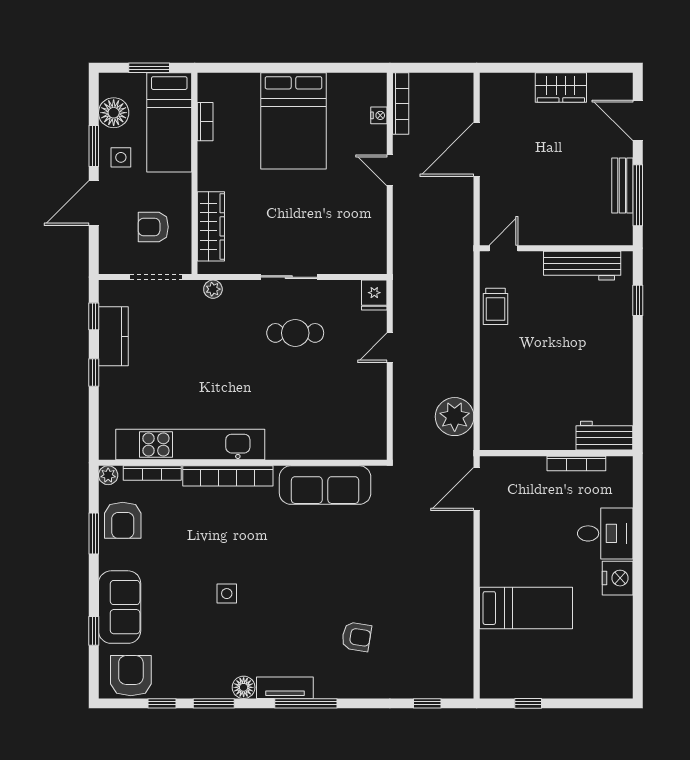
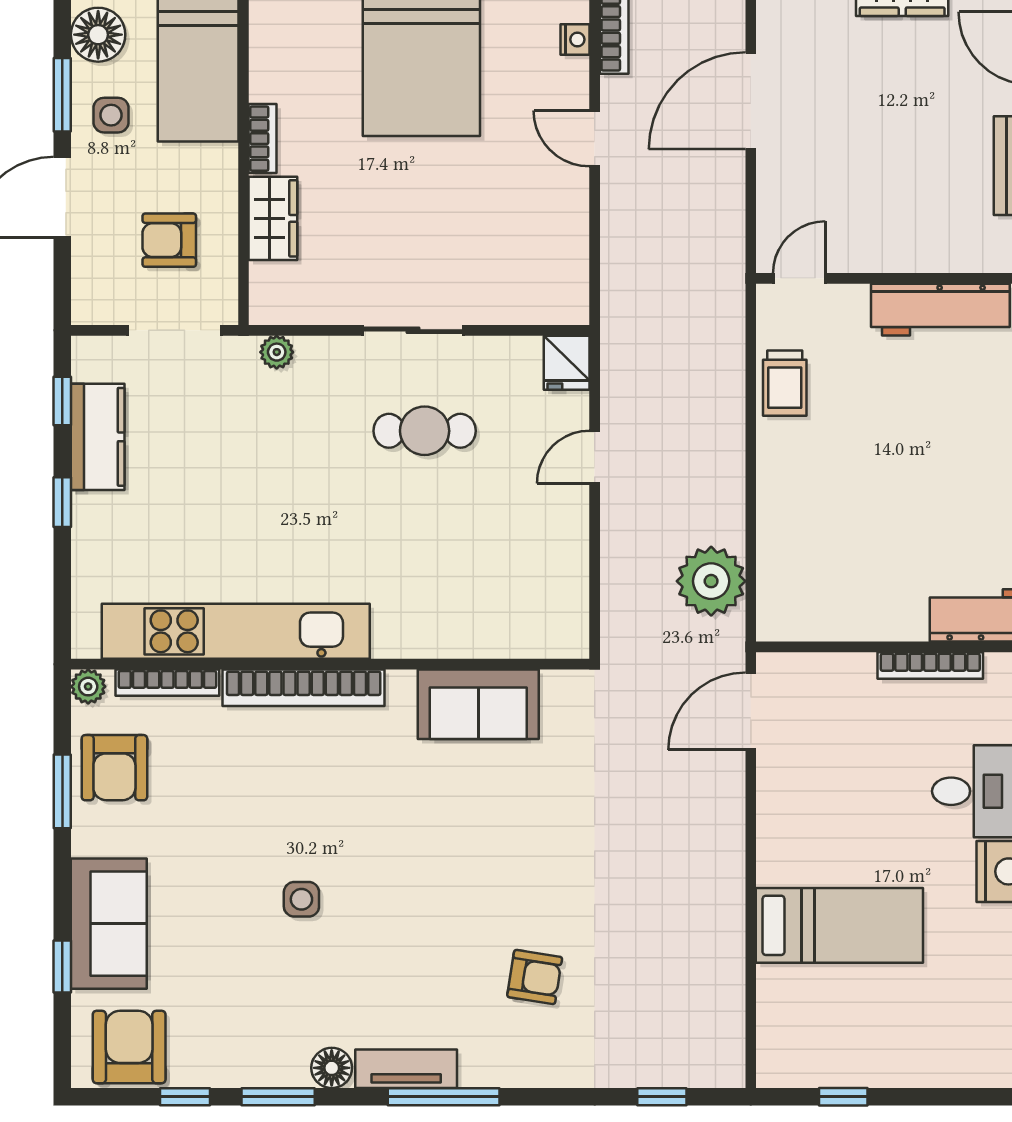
bookcase: (205, 122) -> (263, 139), moved
wardrobe: (211, 226) -> (273, 218), width x0.67
sofa: (325, 485) -> (478, 704), width x0.73

